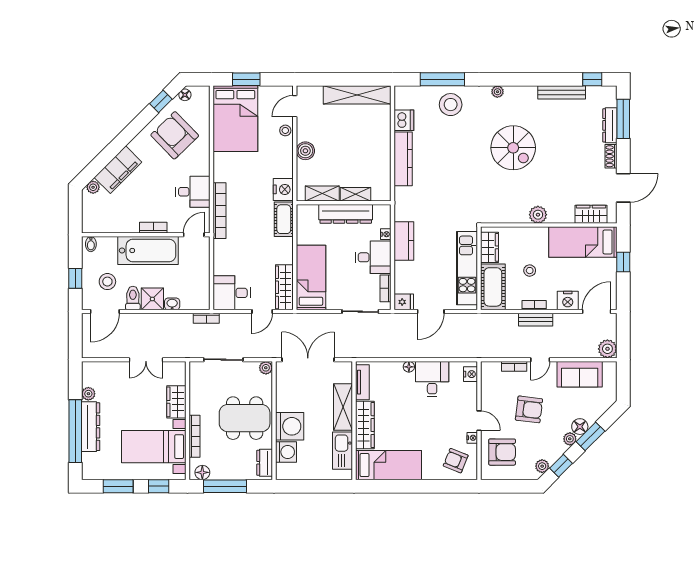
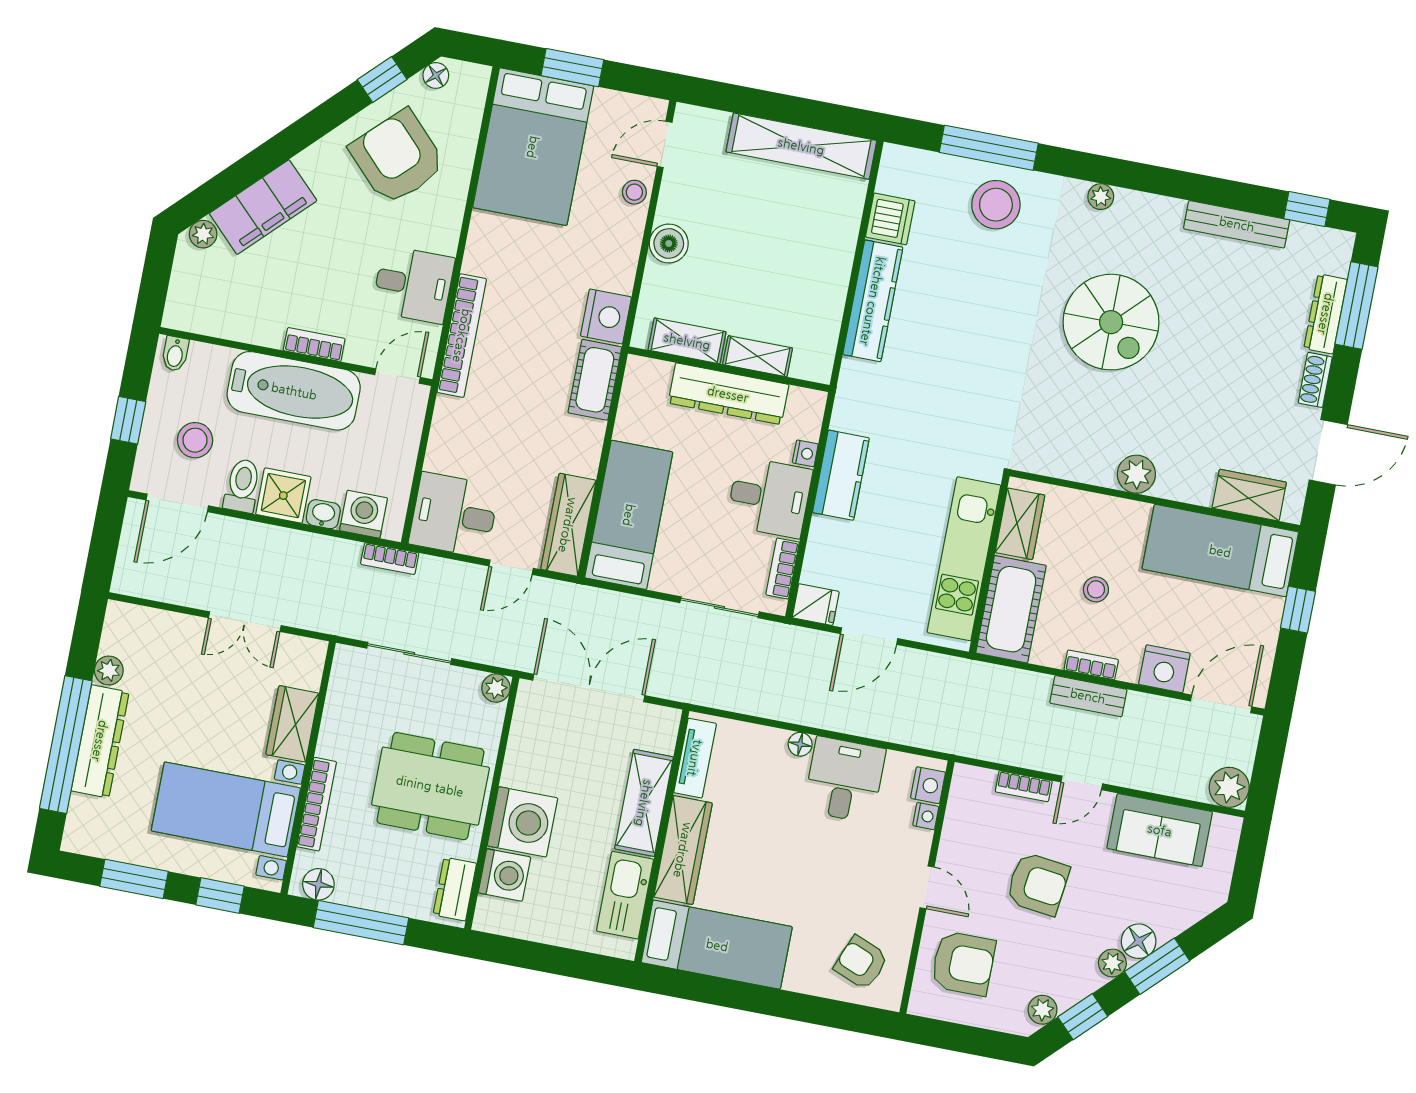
washing machine: (190, 300) -> (364, 514), added
nightstand: (472, 438) -> (926, 816), moved

